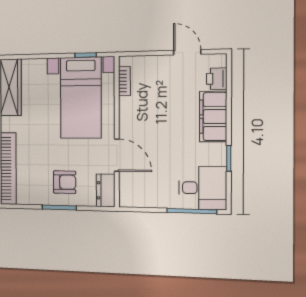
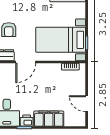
door: (187, 52) -> (87, 104), swing flipped
printer: (217, 79) -> (27, 121), moved

